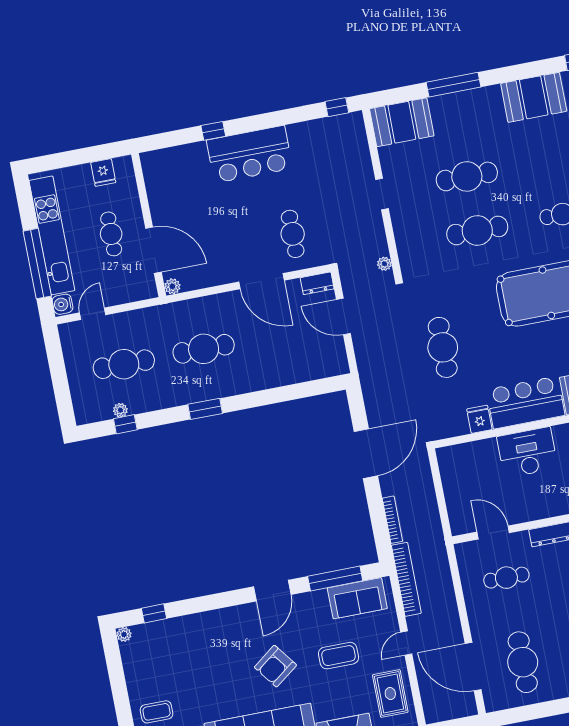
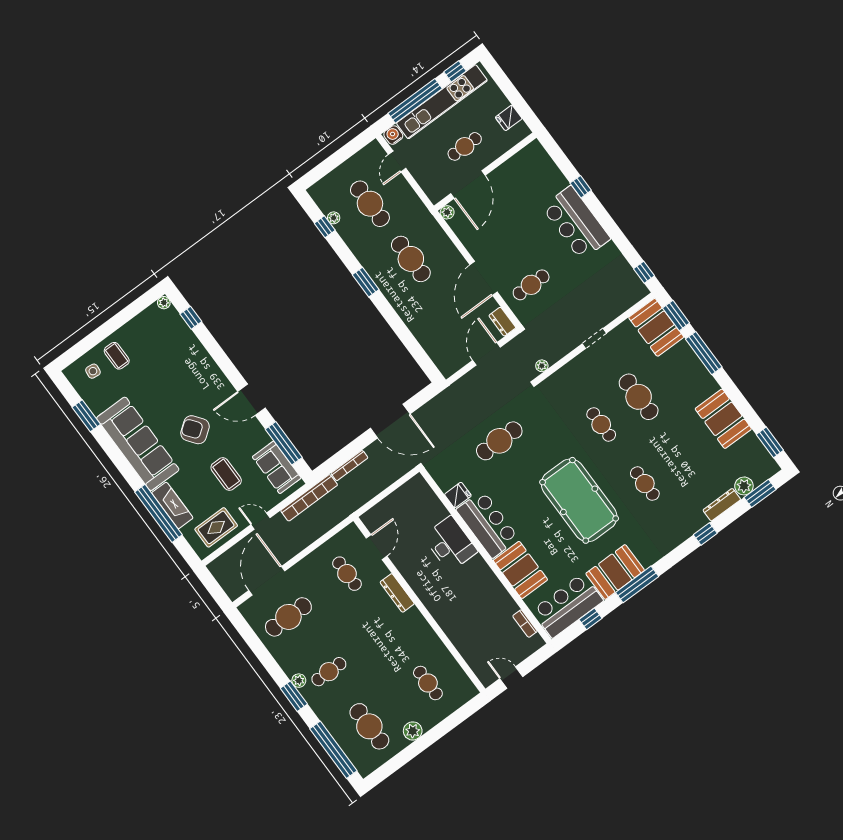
window: (399, 95) -> (676, 316), added
window: (26, 206) -> (455, 71), added
cafe table: (477, 230) -> (601, 424), width x0.73, depth x0.74
door: (93, 314) -> (397, 161), swing flipped

